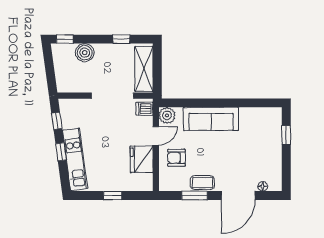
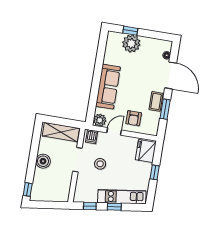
window: (121, 39) -> (35, 146), removed
boiler: (85, 53) -> (43, 161), moved
doorway: (113, 96) -> (77, 160), width x0.73
stool: (112, 125) -> (100, 164), added
door: (156, 136) -> (114, 131), hinge flipped
plant: (270, 139) -> (131, 43), added
fridge: (142, 159) -> (146, 151), moved, turned 90

